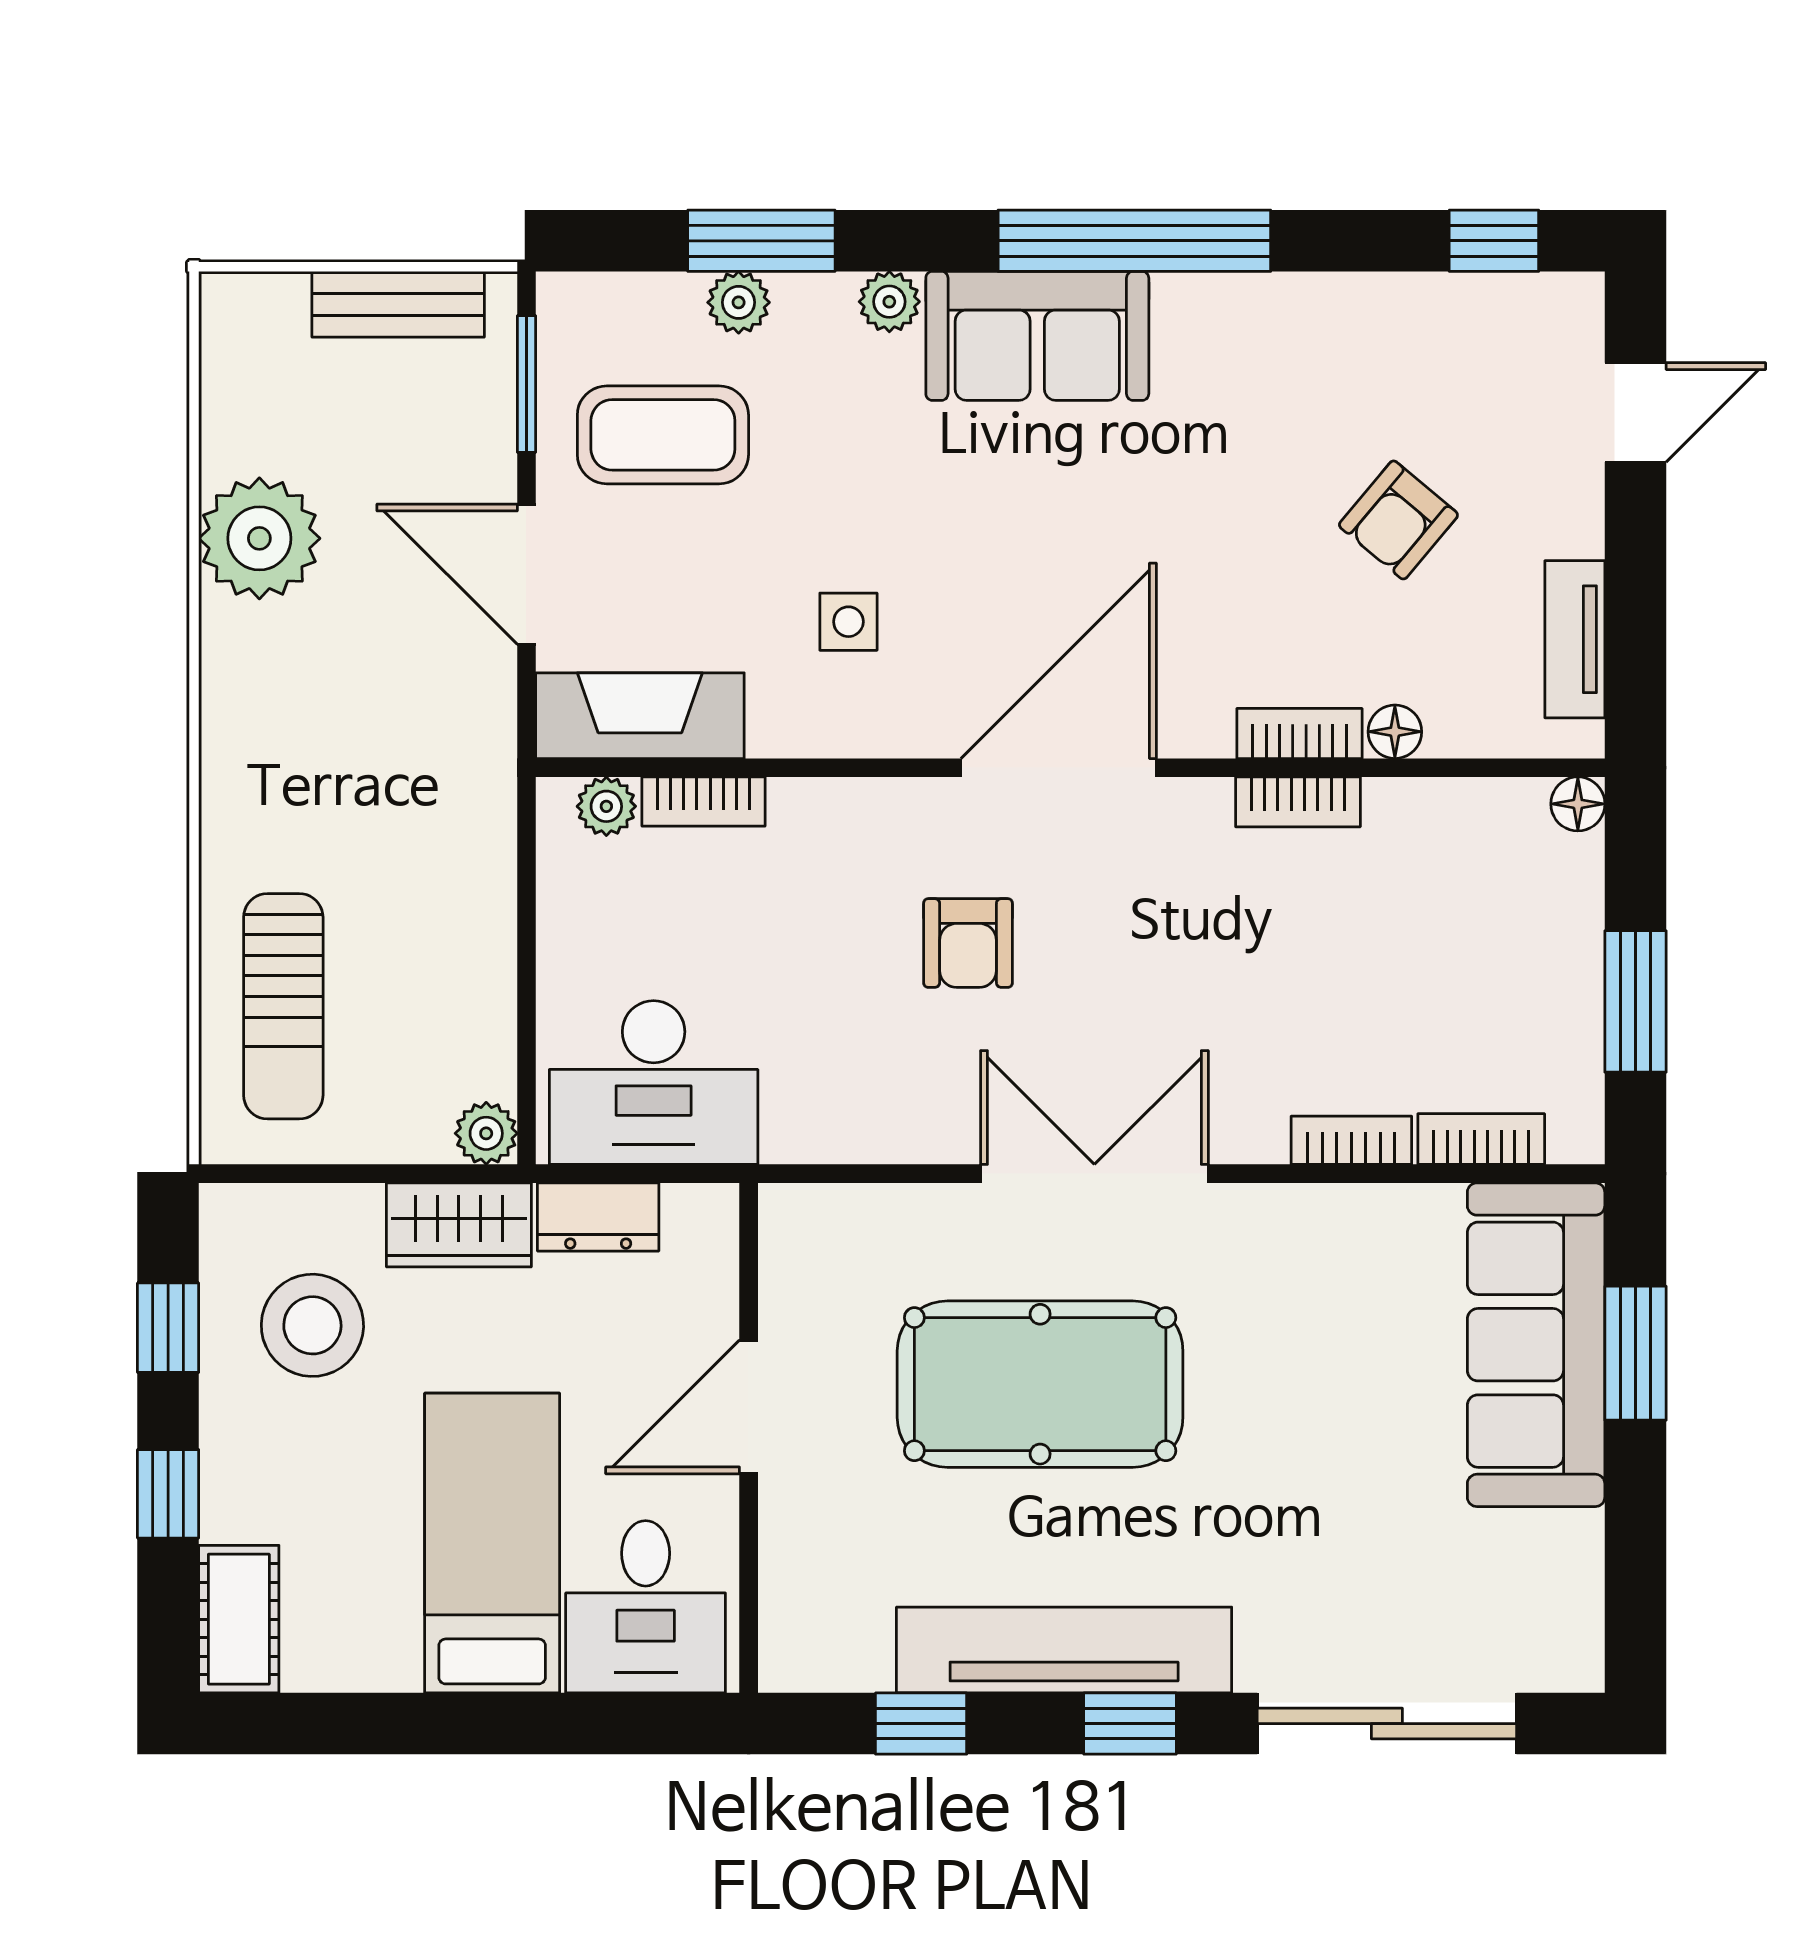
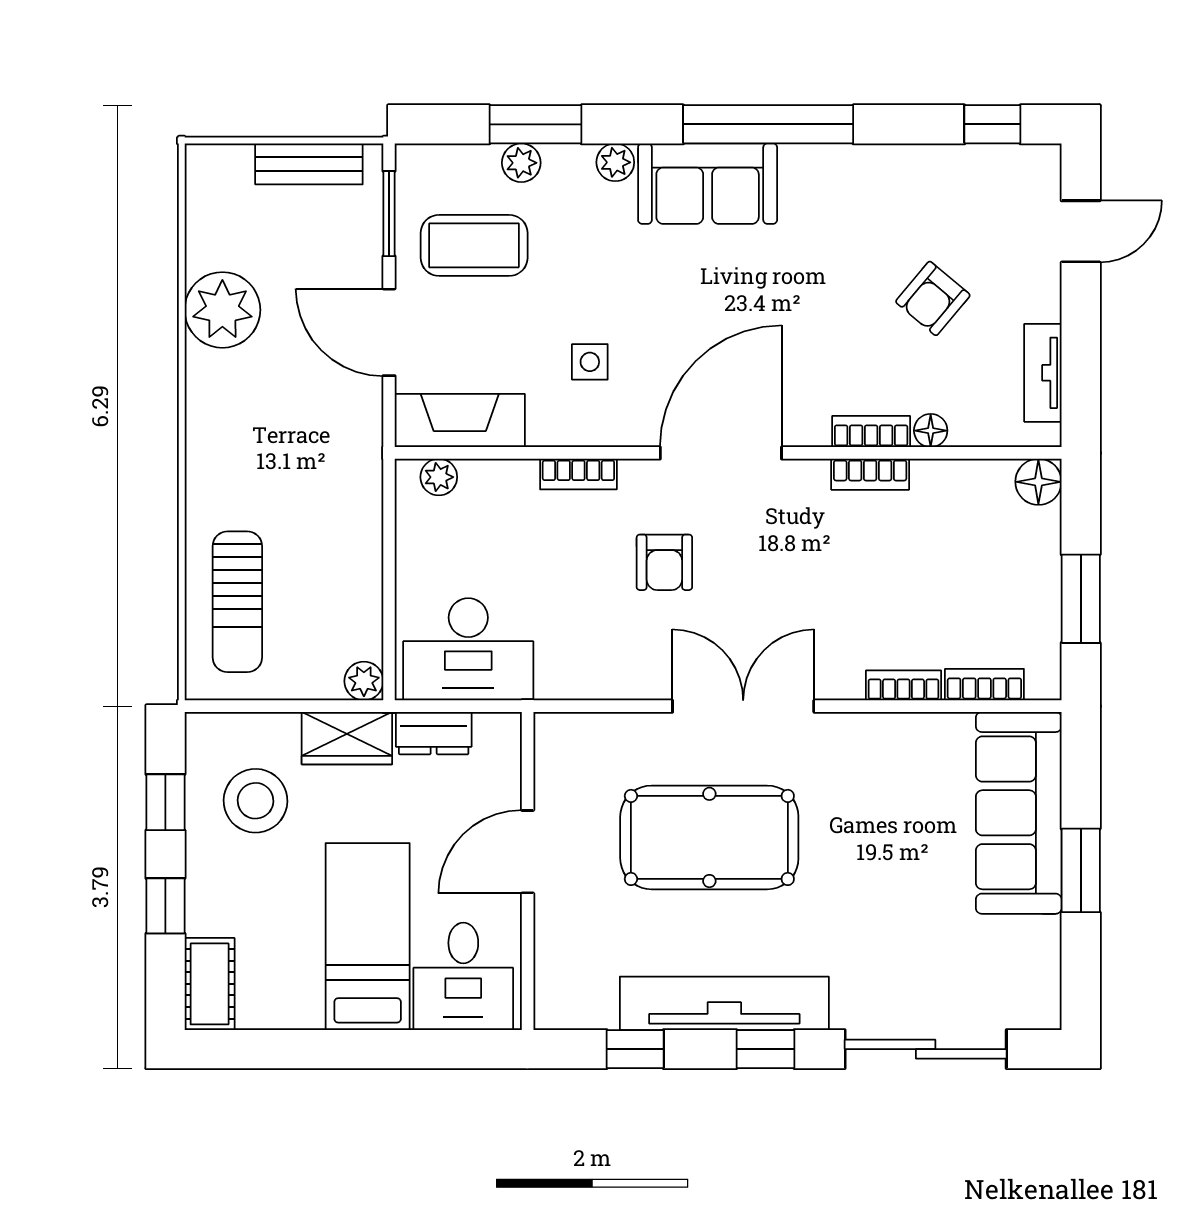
bookcase: (703, 802) -> (578, 474), moved
floor lamp: (1578, 804) -> (1038, 482), width x1.37, depth x1.37
window: (1635, 1353) -> (1081, 870), moved

